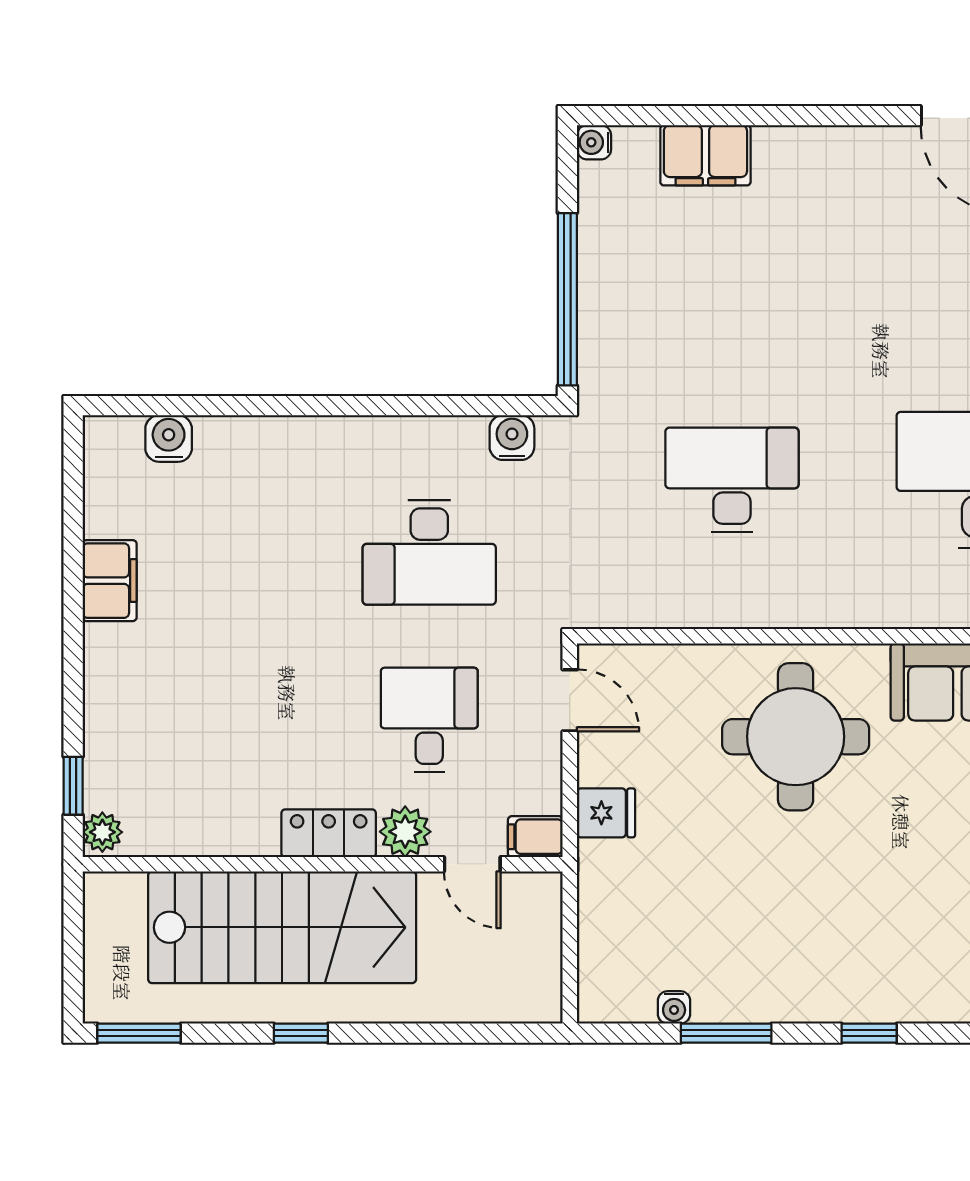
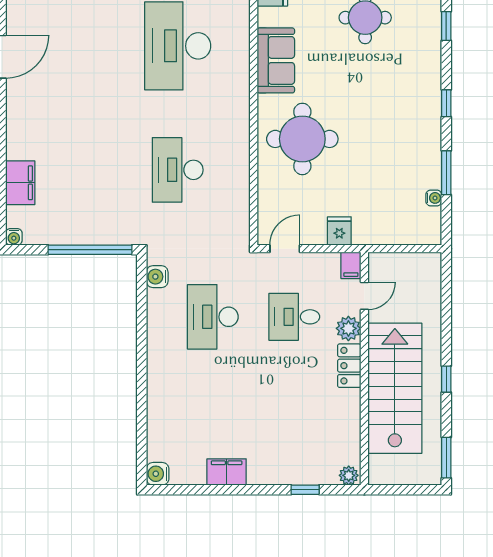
water cooler: (169, 438) -> (158, 474), moved
desk: (429, 552) -> (213, 317), turned 180
window: (73, 786) -> (305, 490), moved

